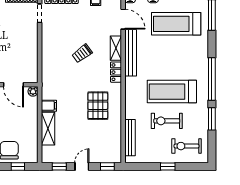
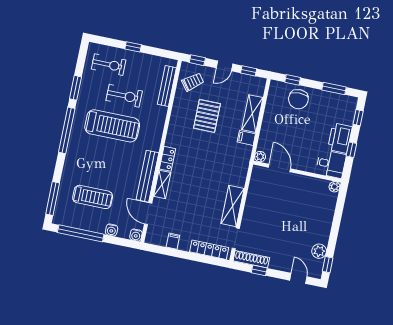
treadmill: (176, 24) -> (93, 197), width x0.73, depth x0.73
shelving: (49, 42) -> (232, 206), added
trolley: (82, 53) -> (193, 82), moved
pallet: (98, 106) -> (207, 116), moved

